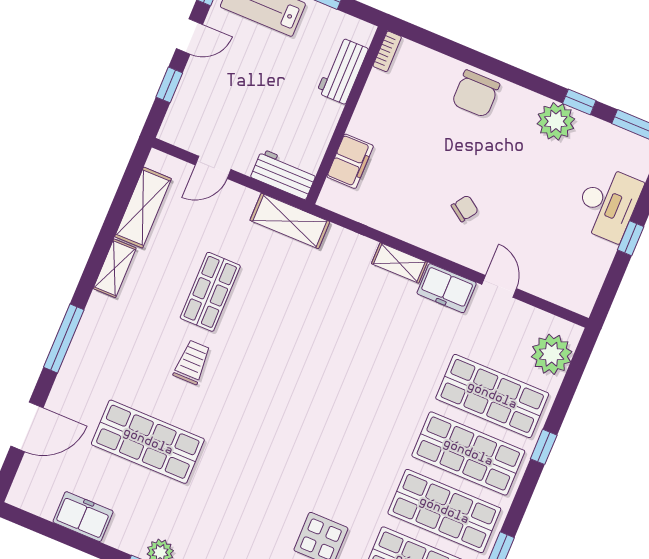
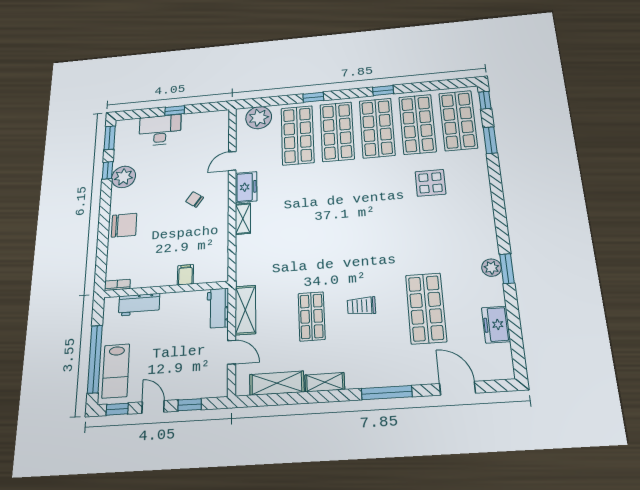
filing cabinet: (350, 161) -> (185, 275), width x0.50
shelving: (290, 221) -> (245, 310), moved
shop shelf: (210, 292) -> (312, 316), turned 90

